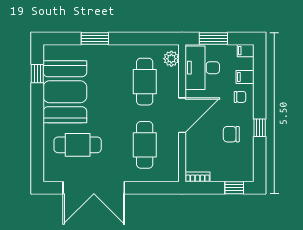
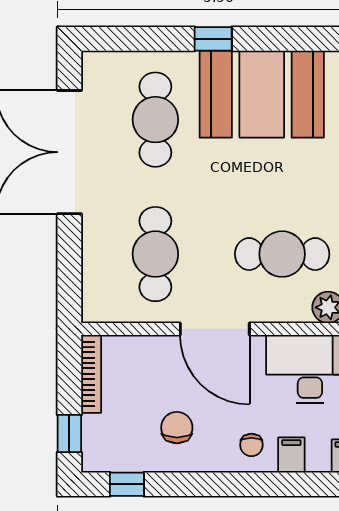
window: (37, 74) -> (213, 39), moved
window: (260, 128) -> (127, 484), moved
cafe table: (145, 145) -> (155, 254), turned 90
bookcase: (197, 177) -> (91, 374), width x1.56

